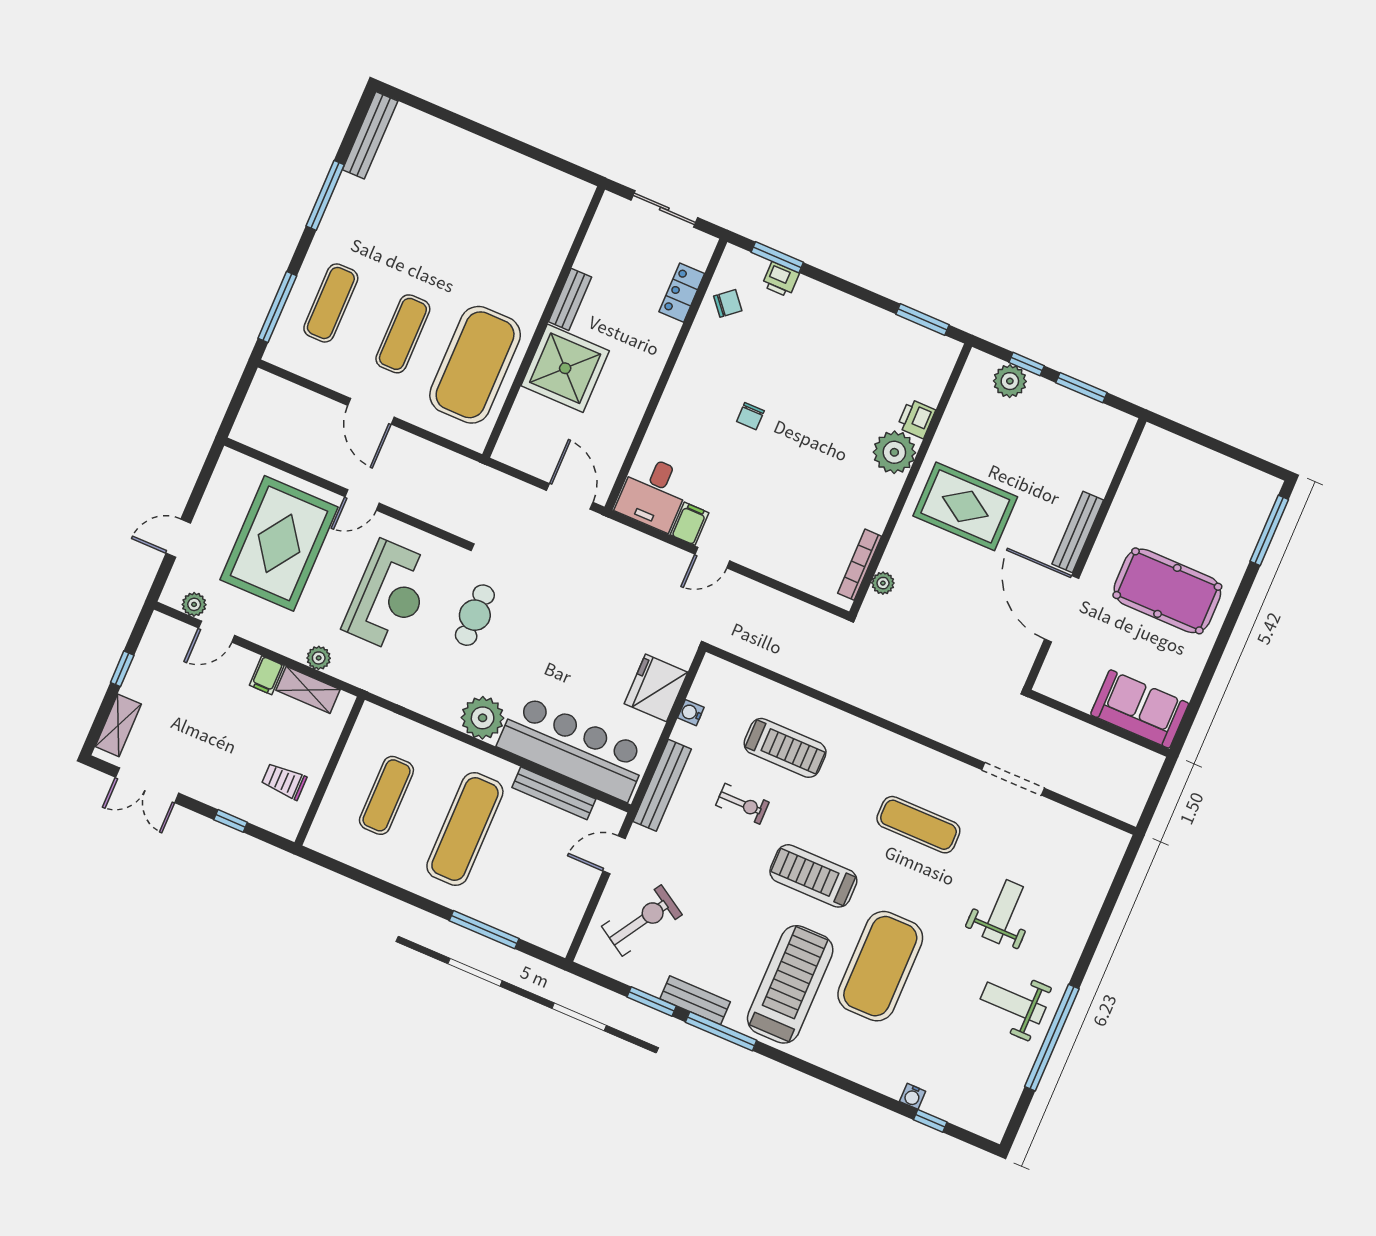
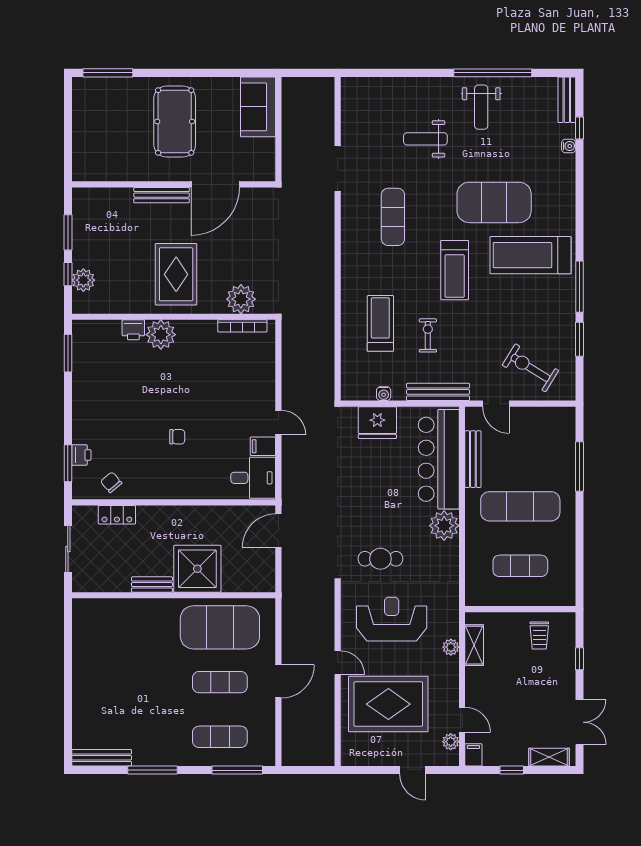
plant: (883, 583) -> (241, 299), width x1.88, depth x1.88
filing cabinet: (267, 675) -> (473, 755), moved, turned -90
bench: (695, 1000) -> (567, 100), moved

